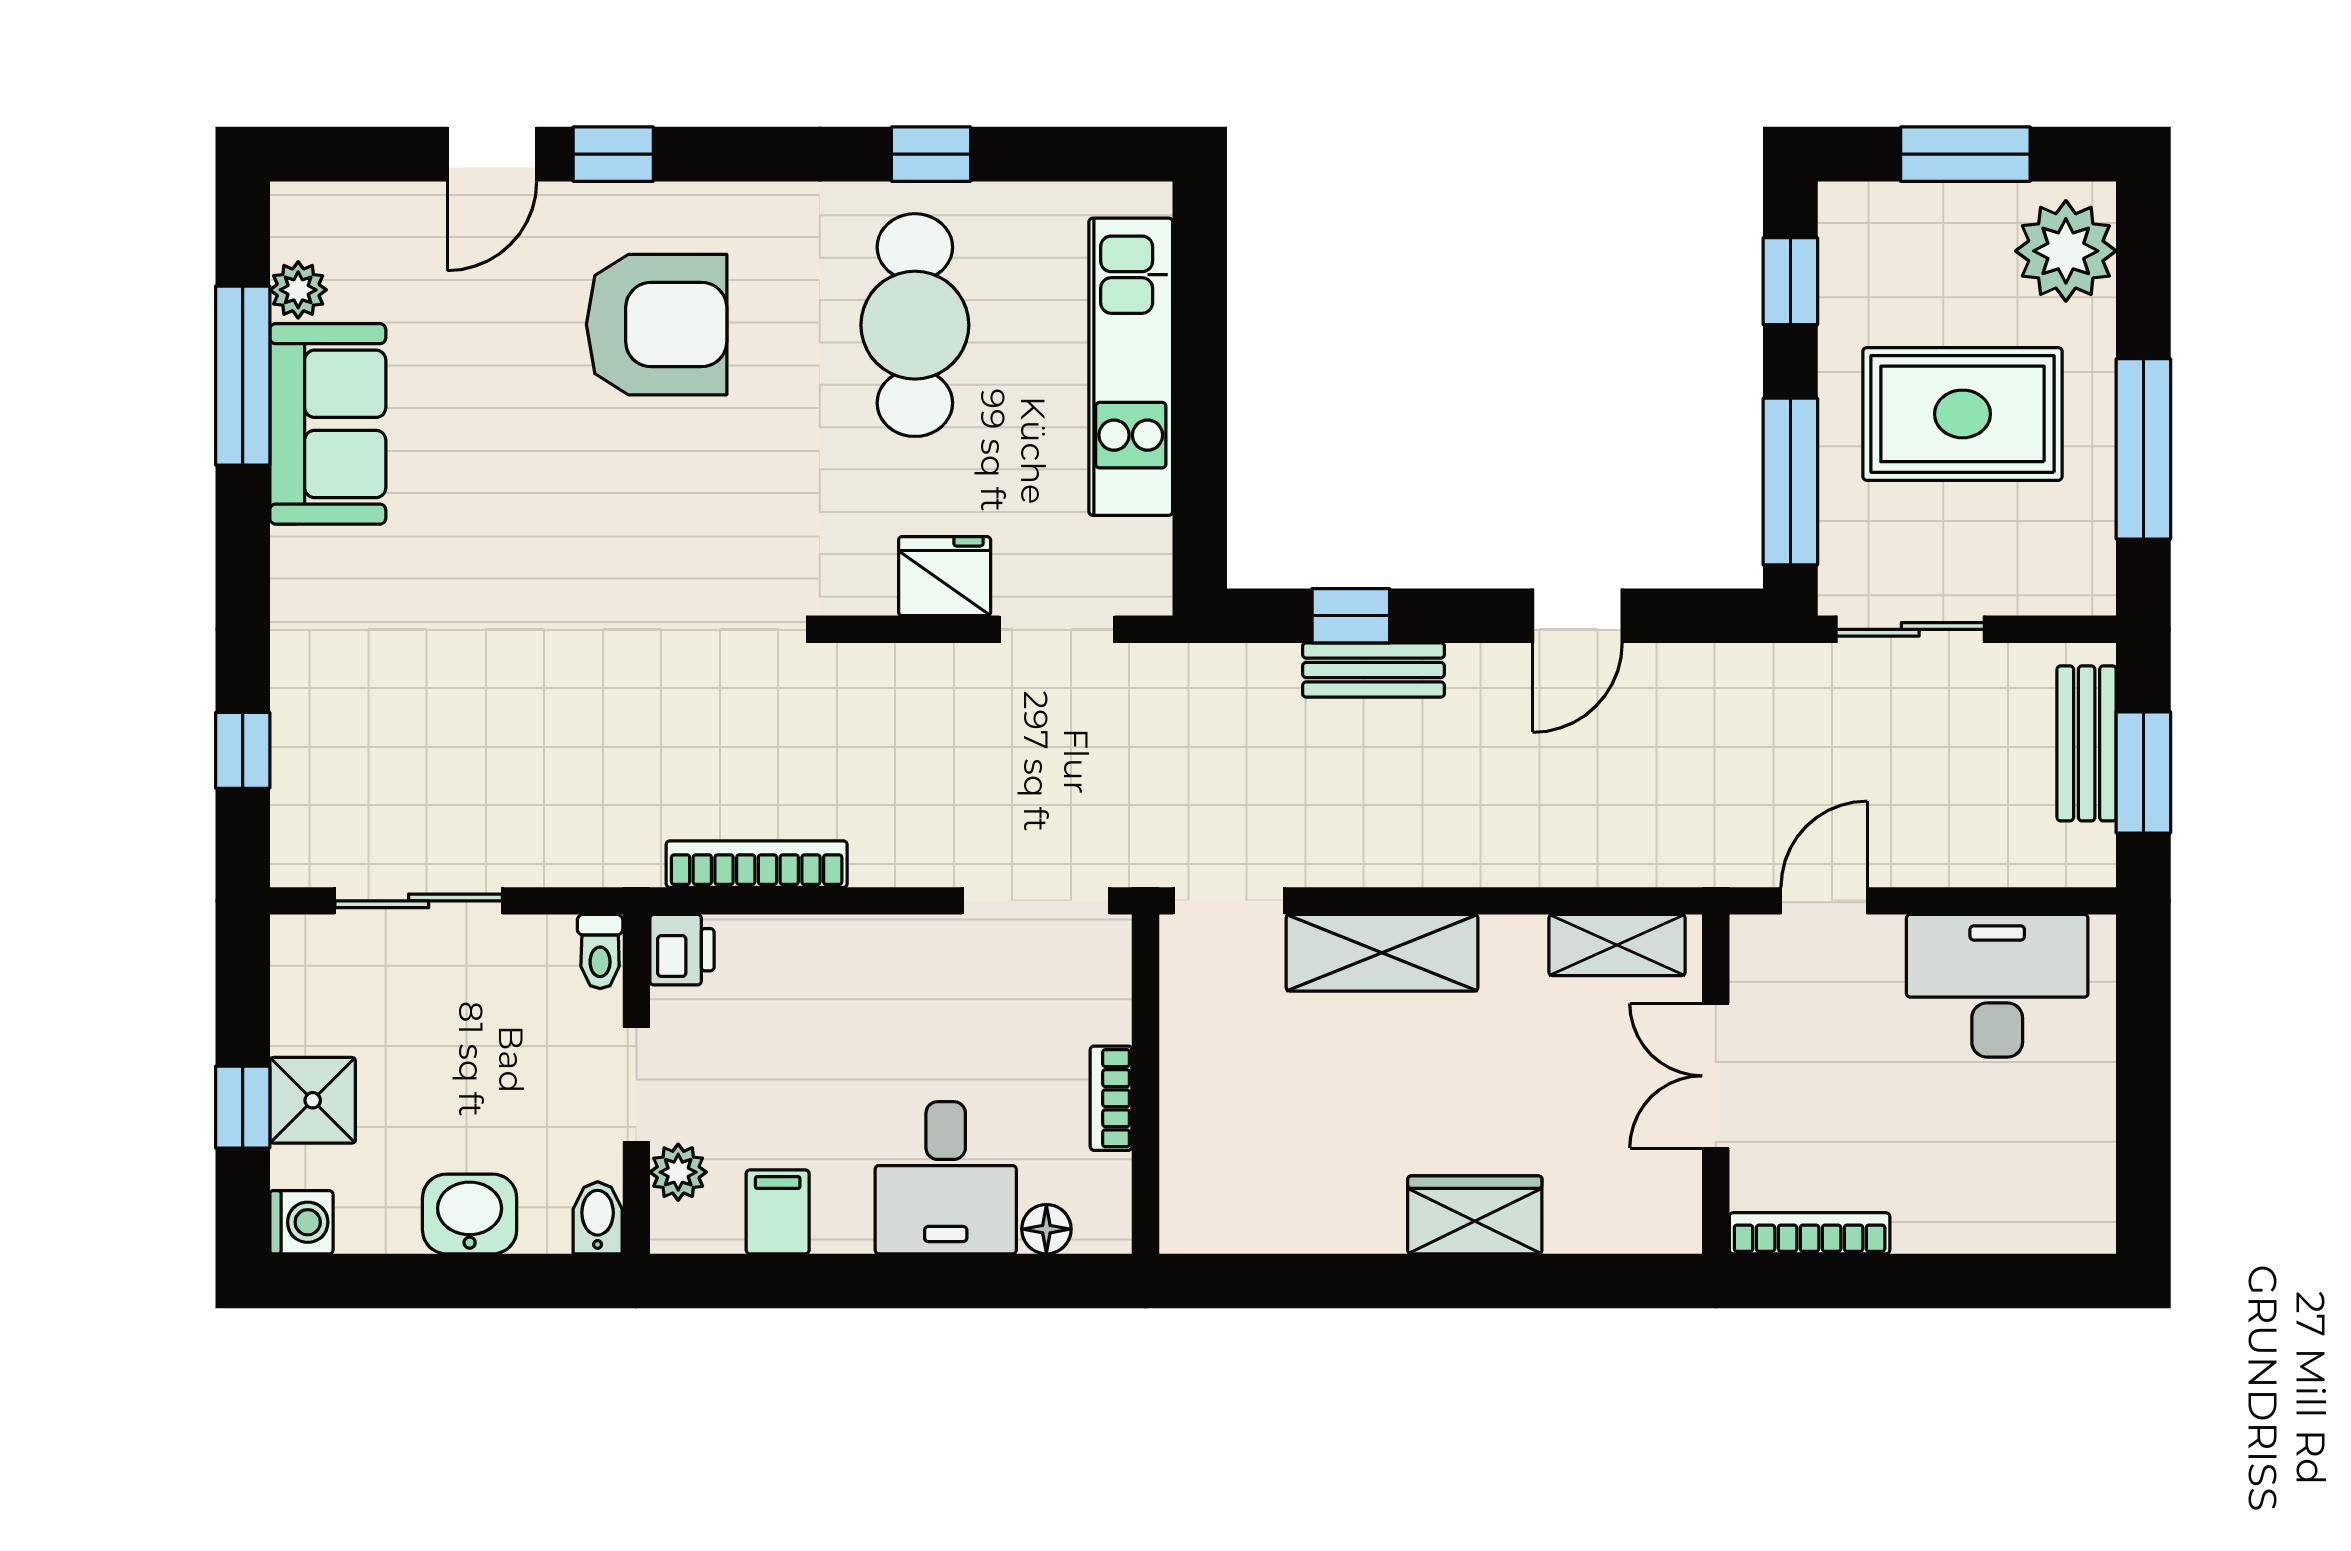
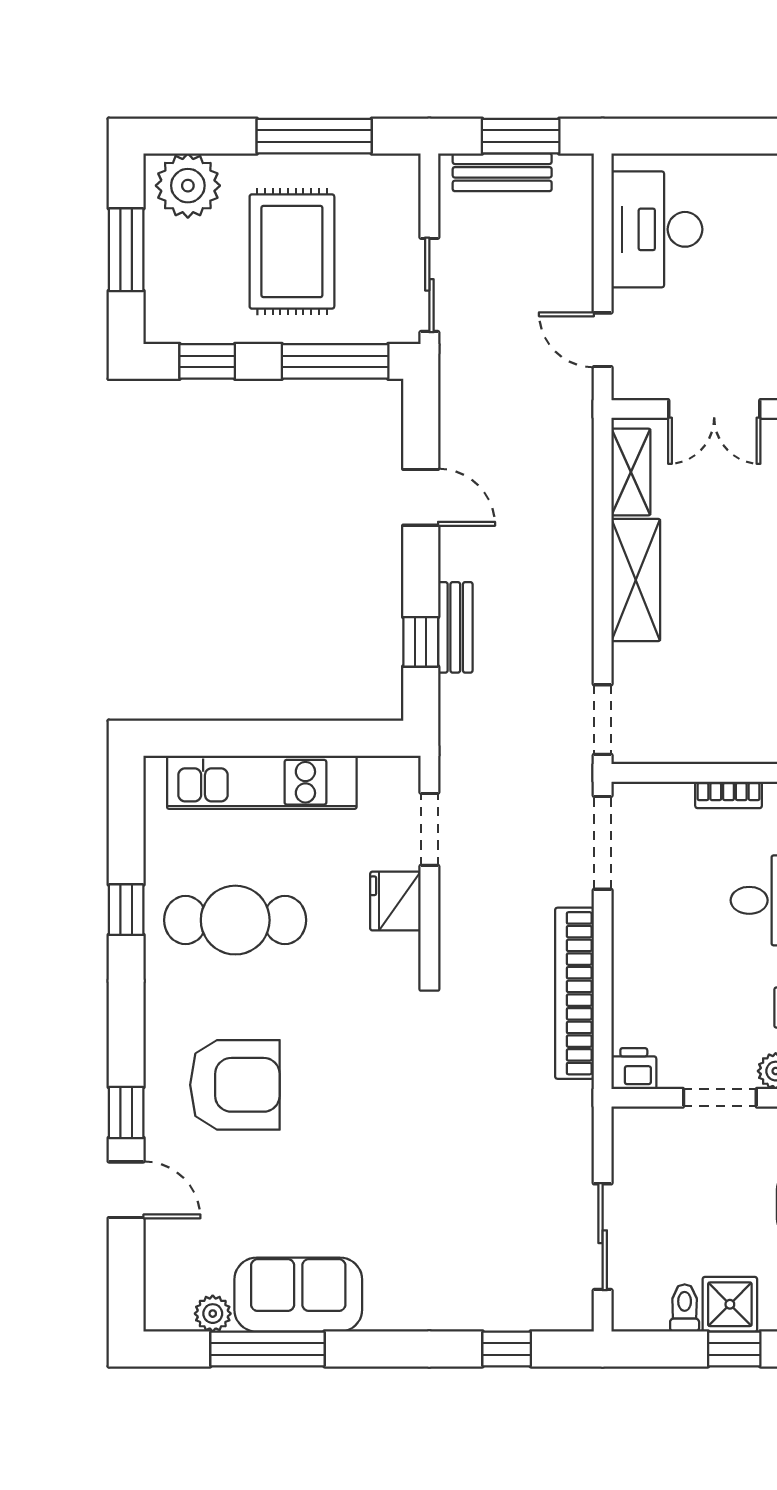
armchair: (657, 325) -> (235, 1085), turned 90
bookcase: (757, 864) -> (575, 993), width x1.48, depth x1.31
toilet: (600, 951) -> (685, 1308), moved, turned -90
shelving: (1382, 953) -> (636, 580), moved

